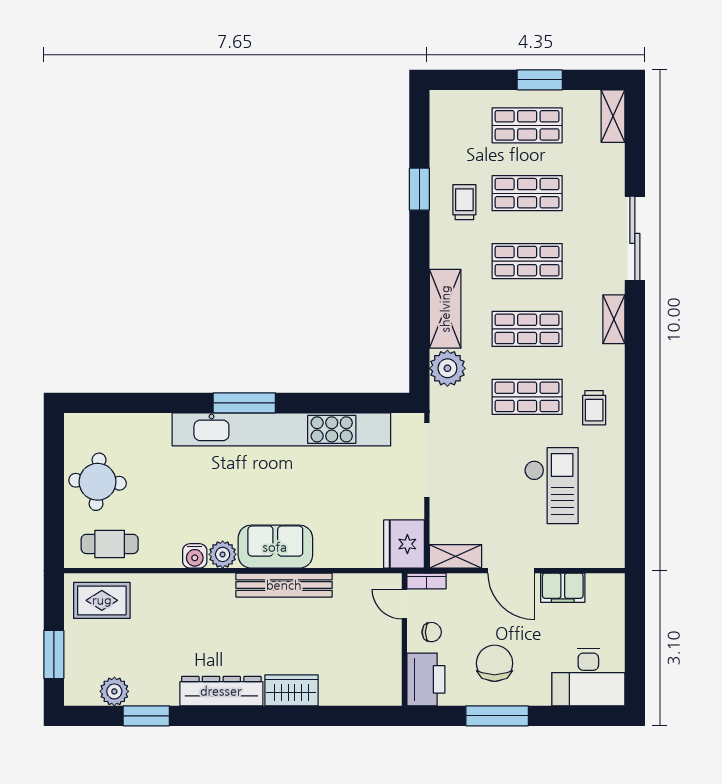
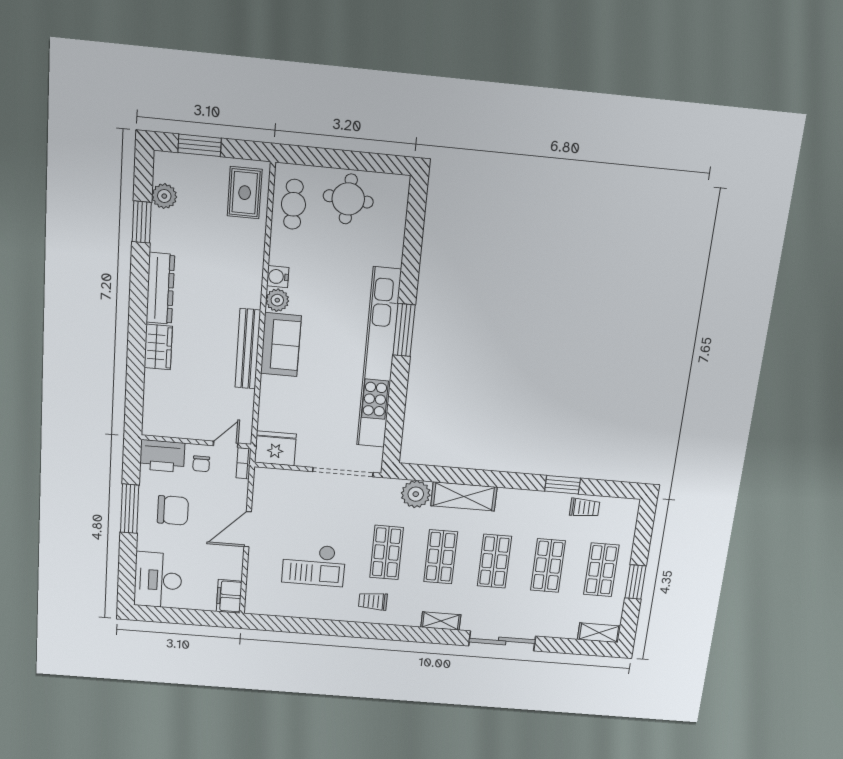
trolley: (464, 202) -> (585, 508), moved
shelving: (456, 556) -> (262, 488), removed
filing cabinet: (563, 588) -> (229, 596), moved

